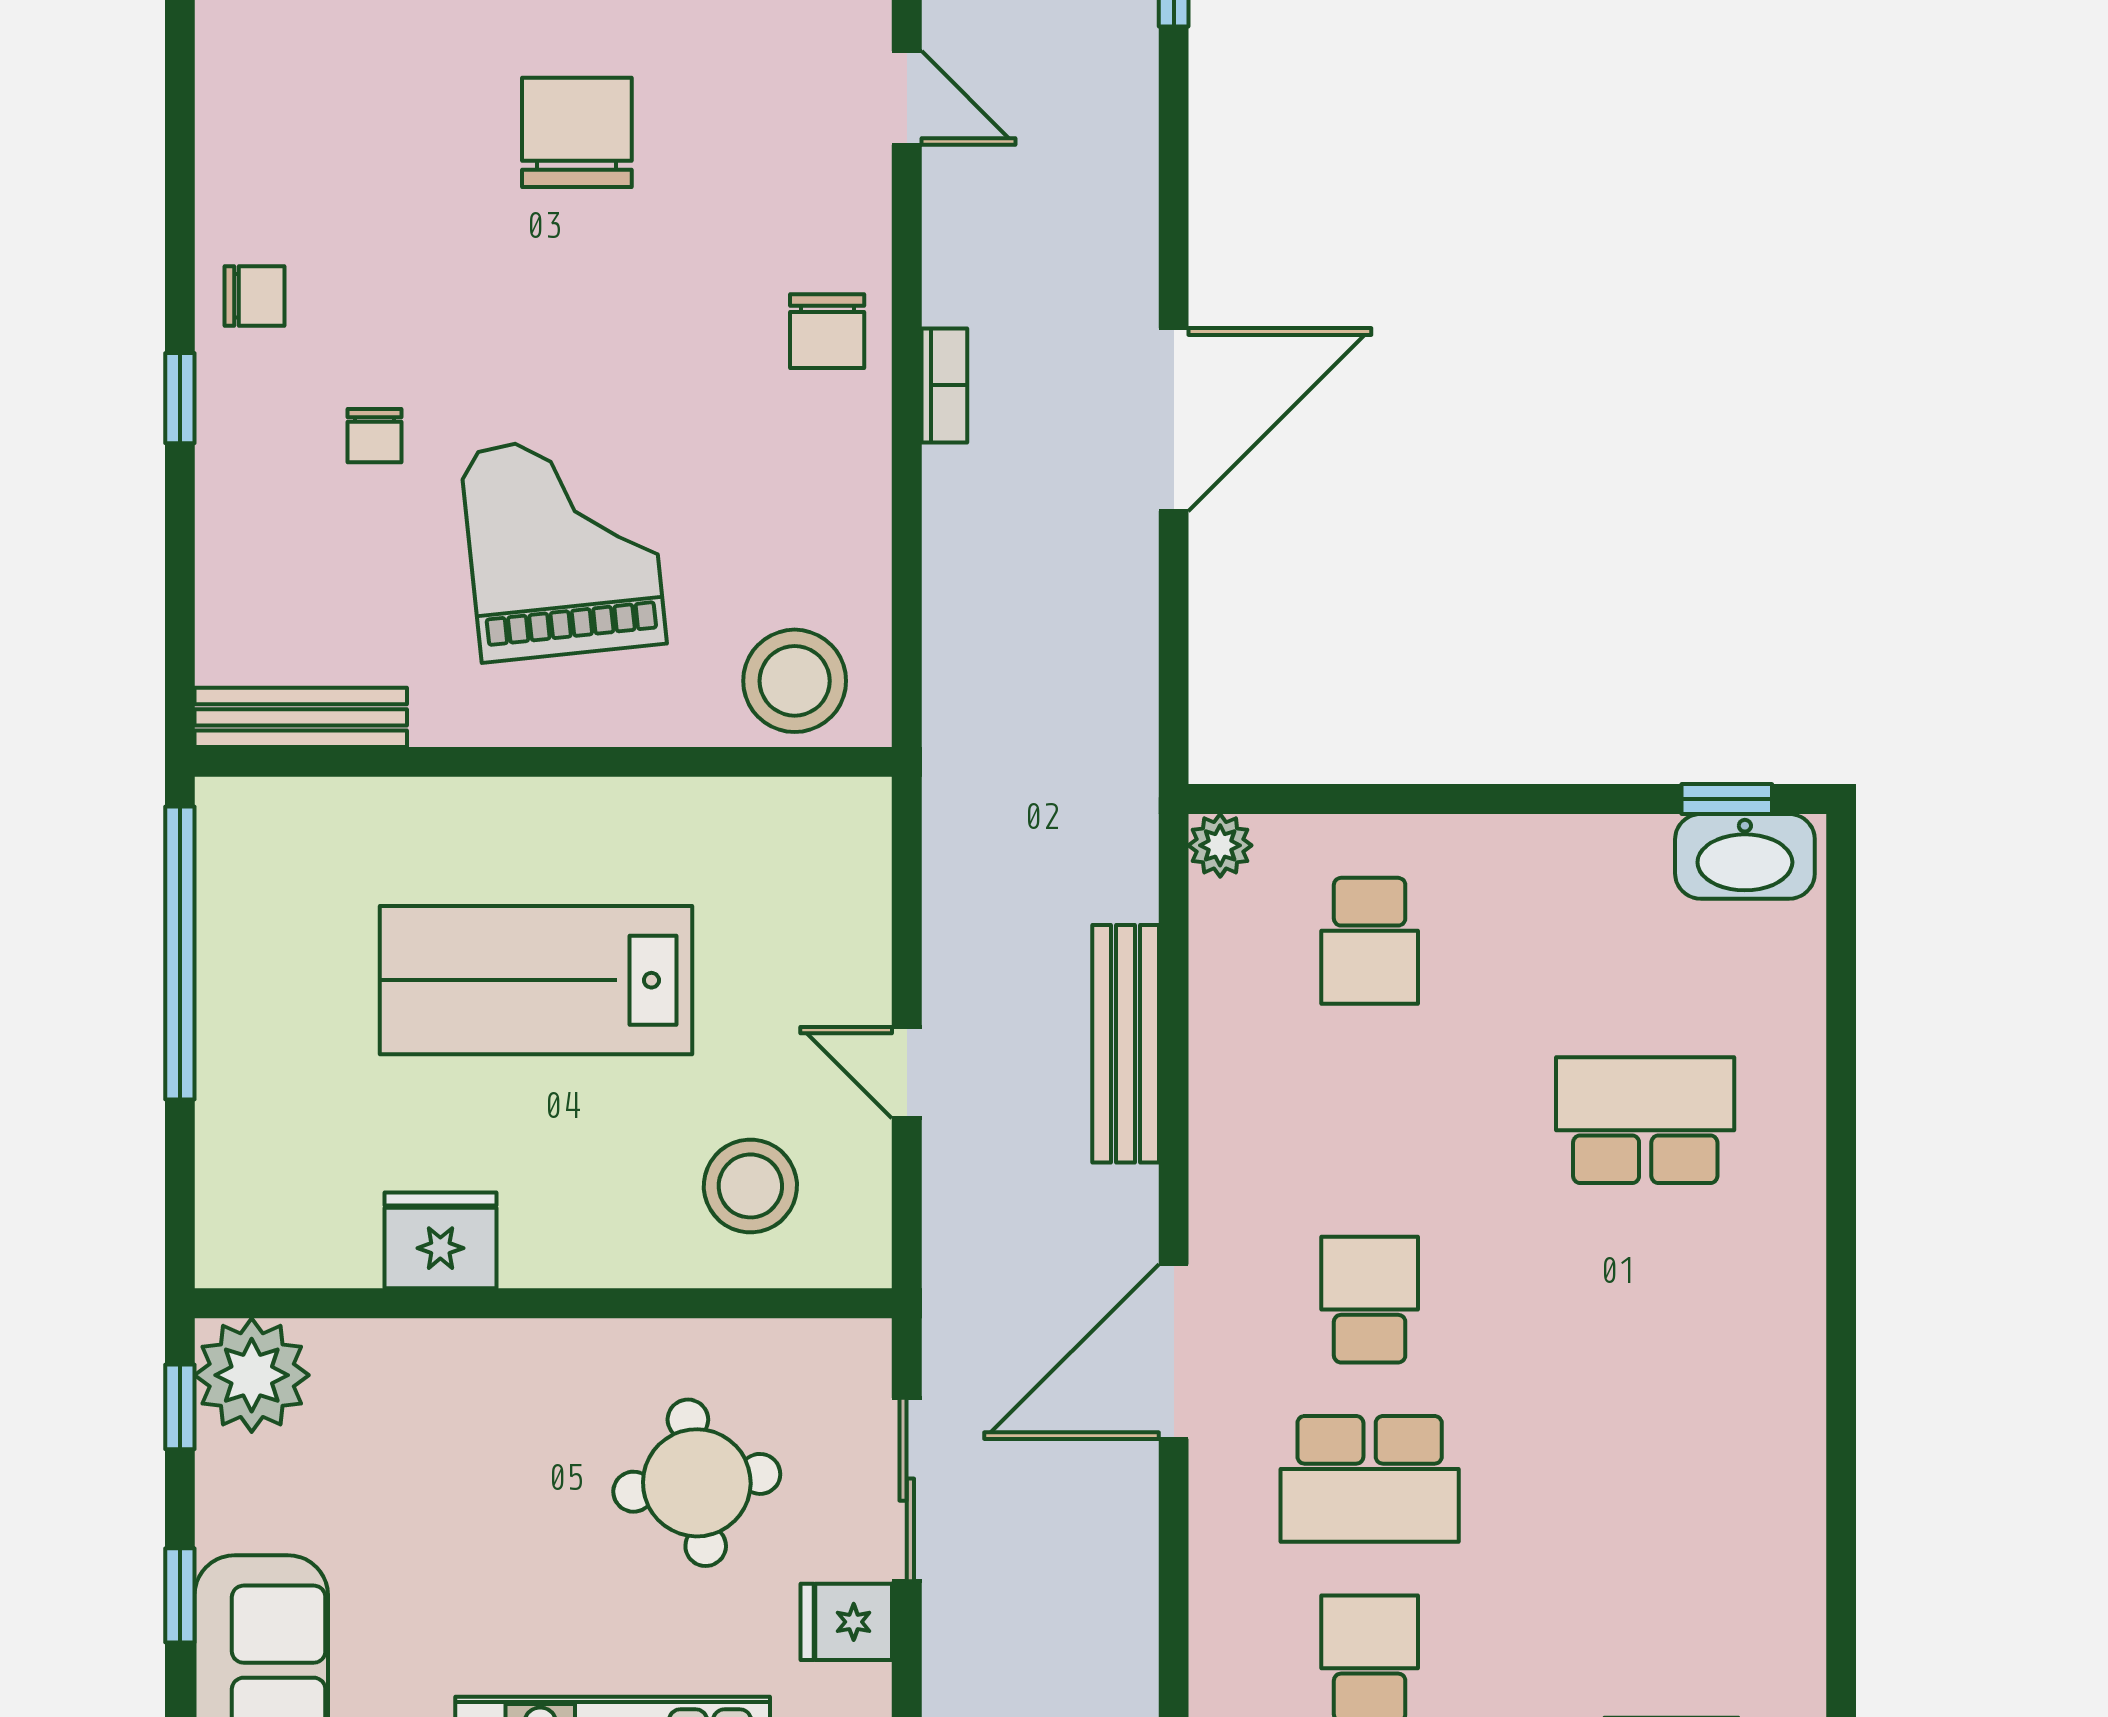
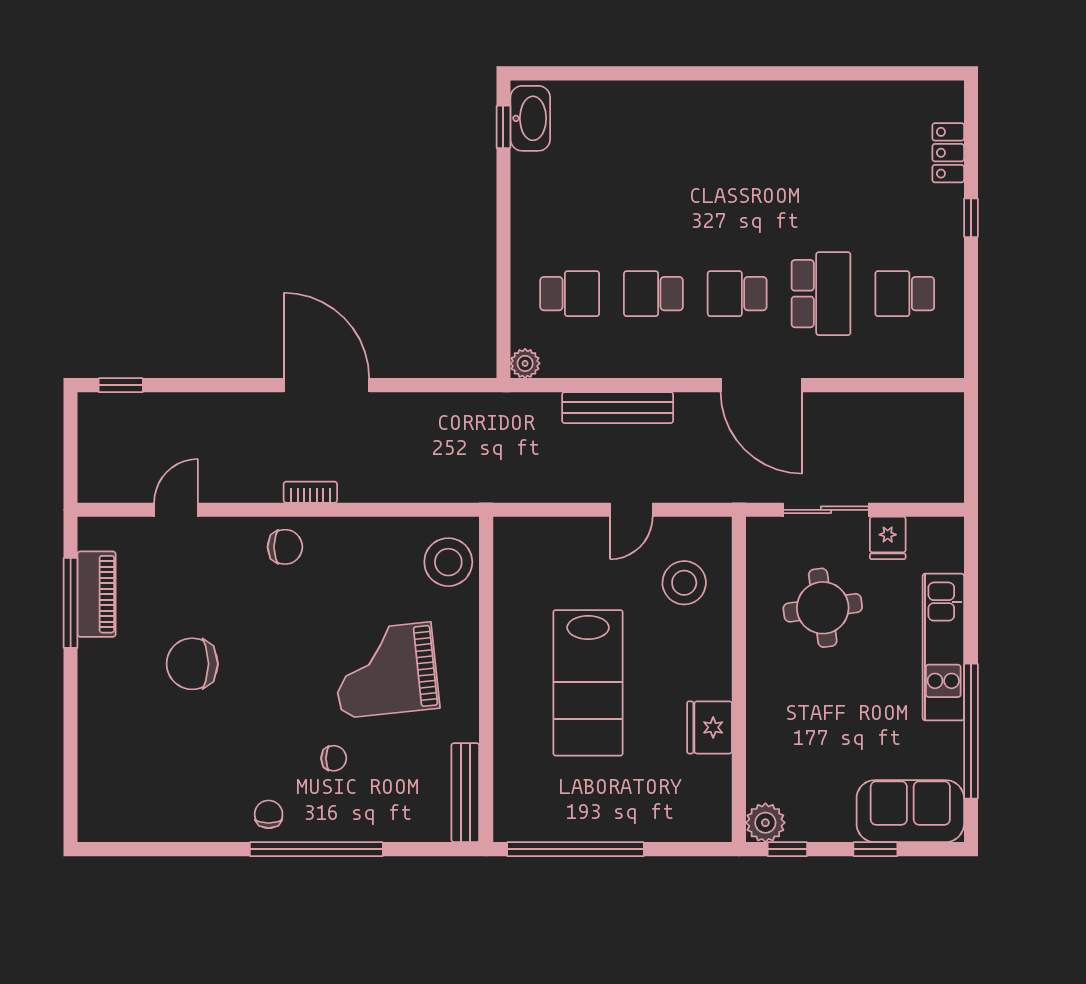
window: (180, 398) -> (316, 849), width x3.17
school desk: (1645, 1120) -> (653, 294), moved, width x0.54
plant: (252, 1375) -> (765, 823), width x0.73, depth x0.73

